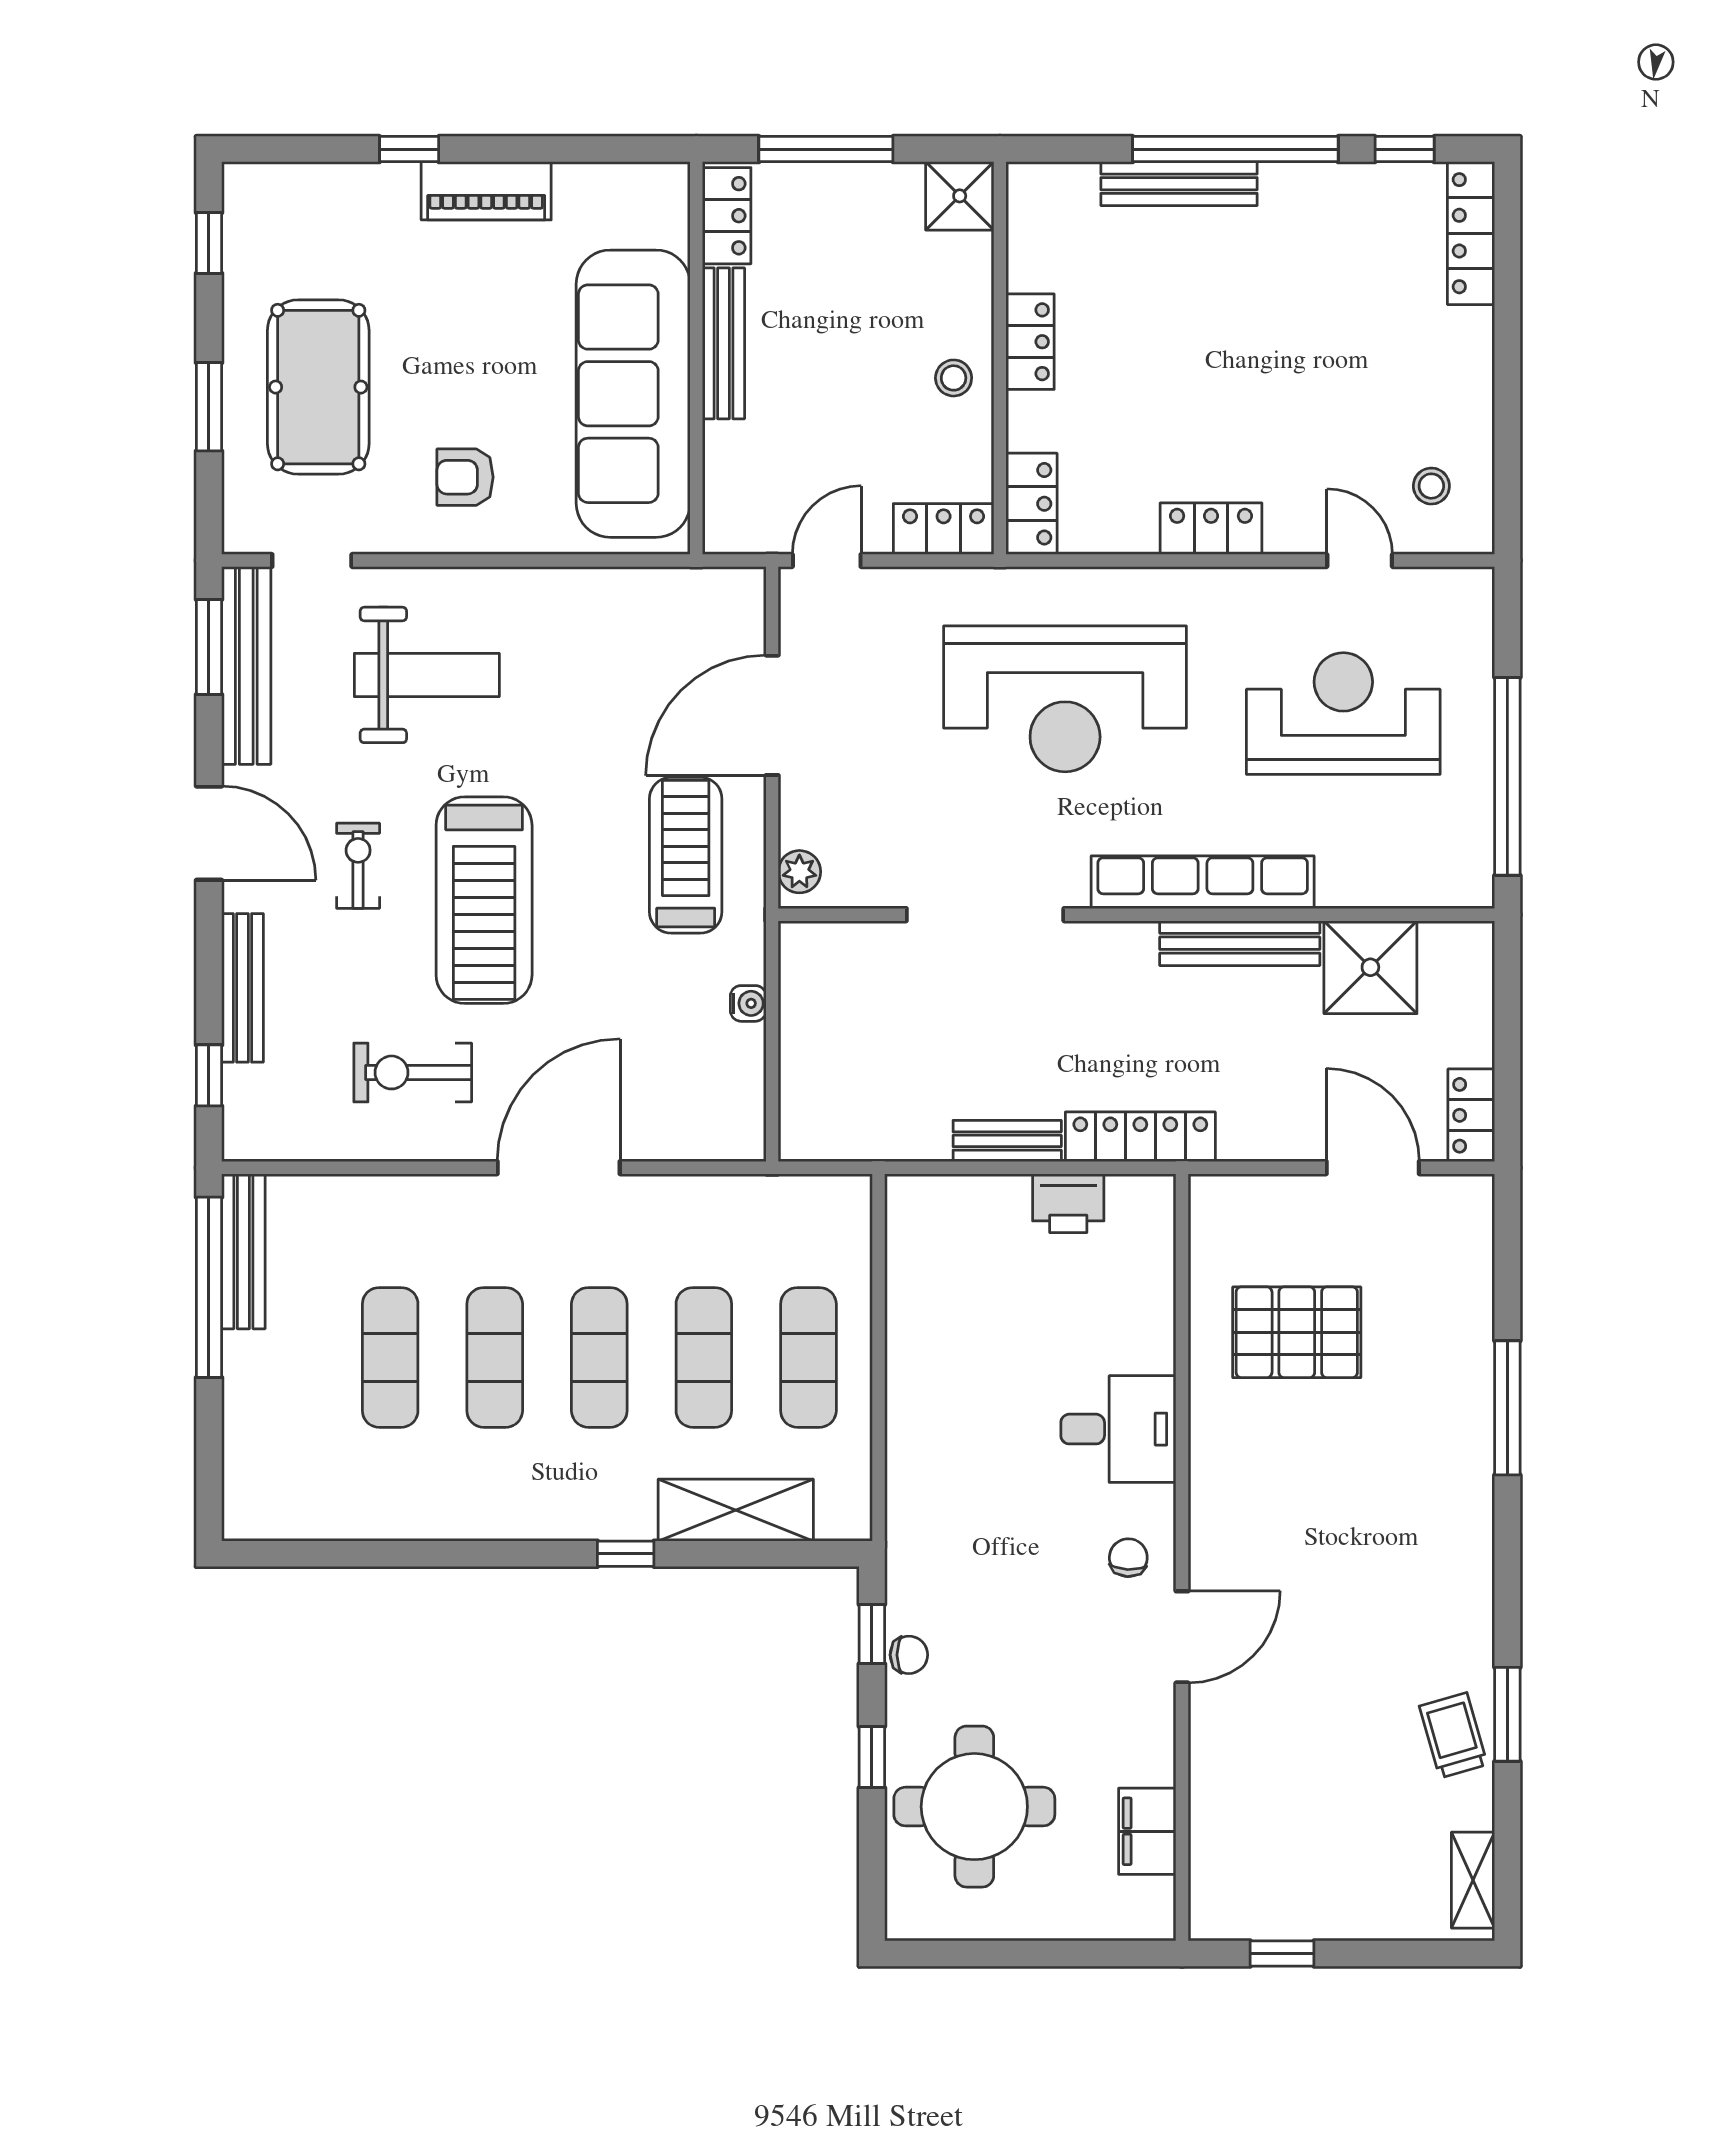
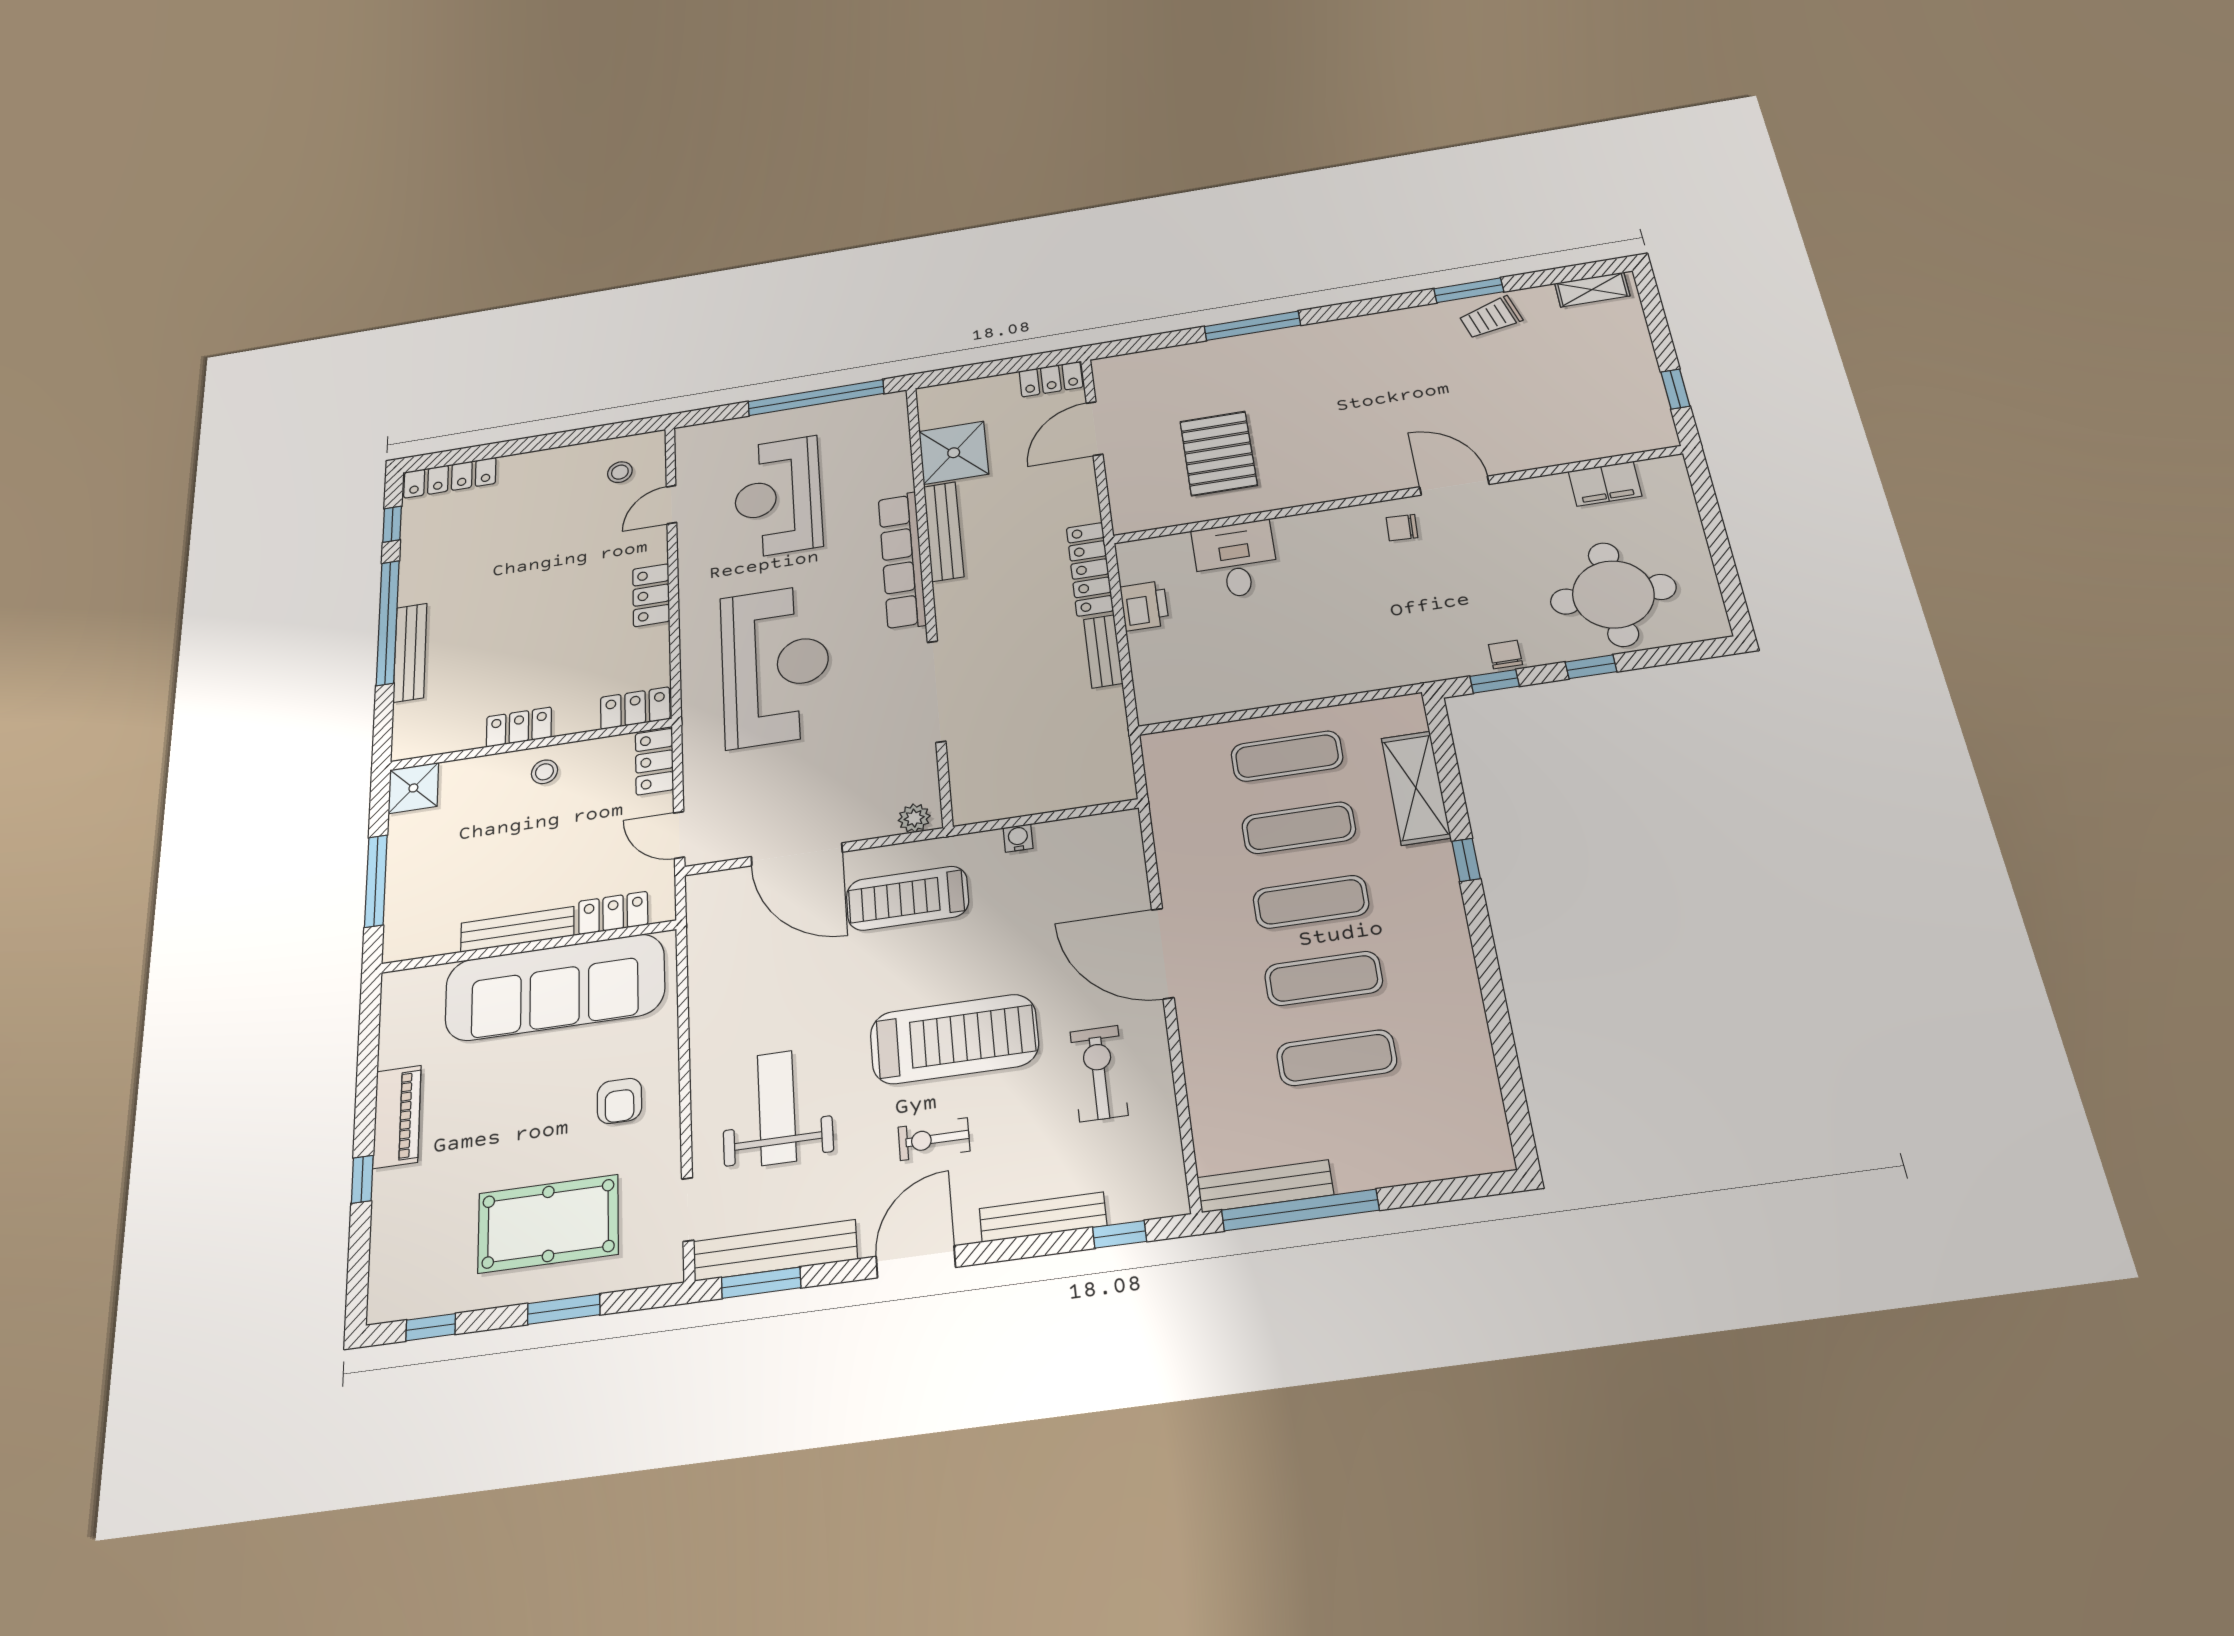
locker: (727, 216) -> (613, 913), moved
exercise bike: (413, 1072) -> (1099, 1073), turned 180
desk: (1118, 1429) -> (1235, 560), moved

